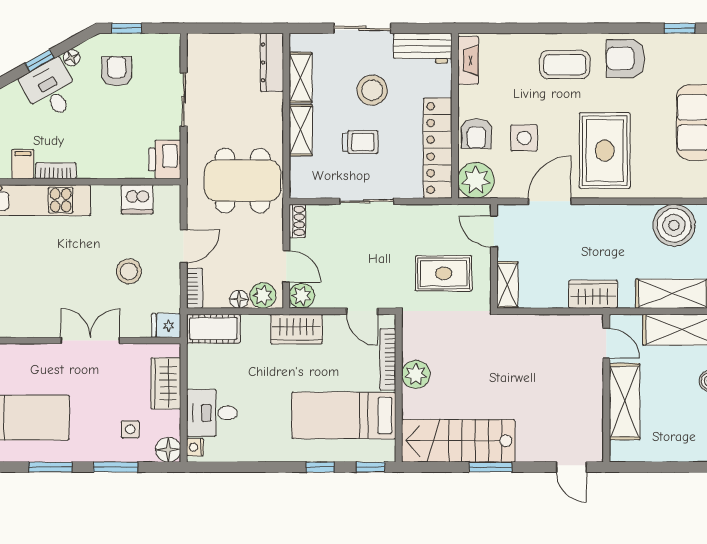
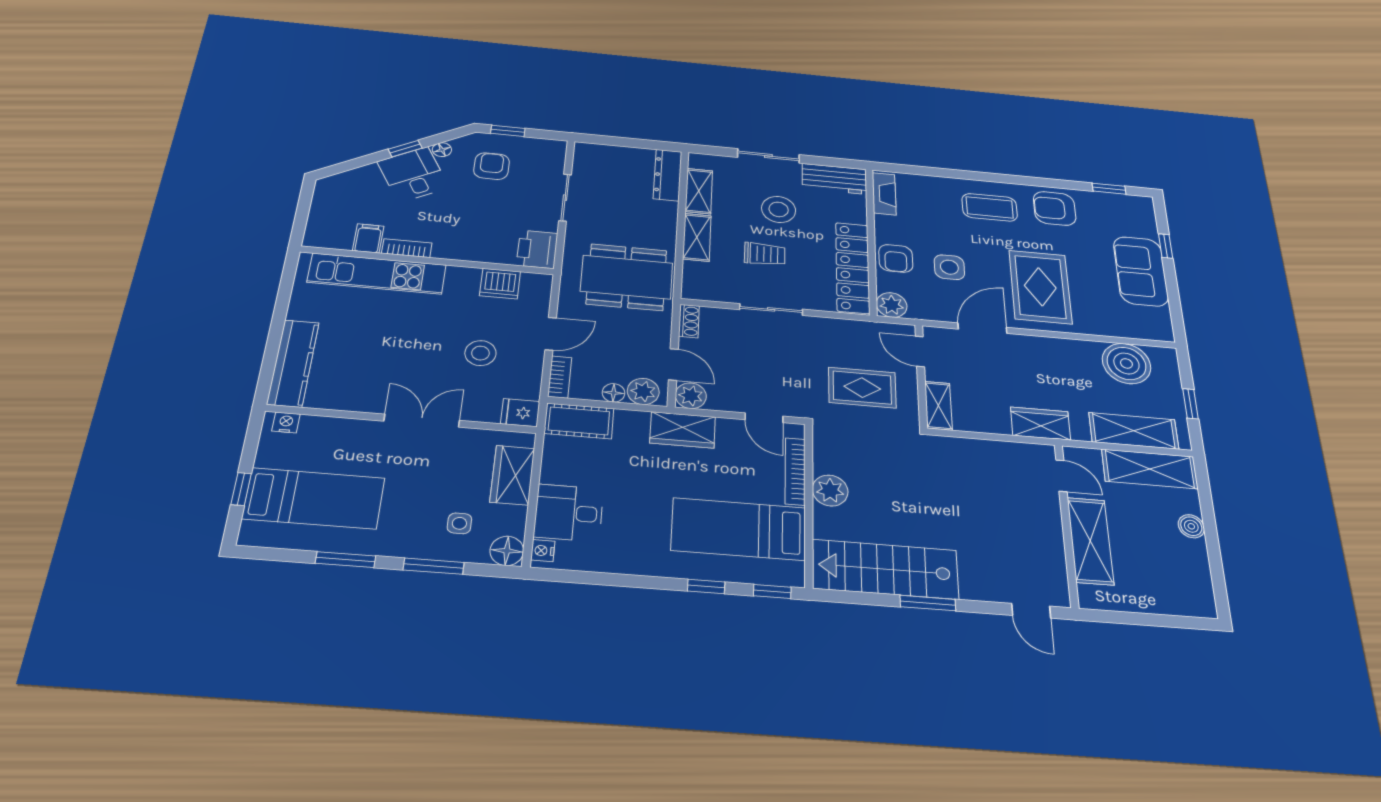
plant: (476, 180) -> (892, 305), width x0.73, depth x0.73

